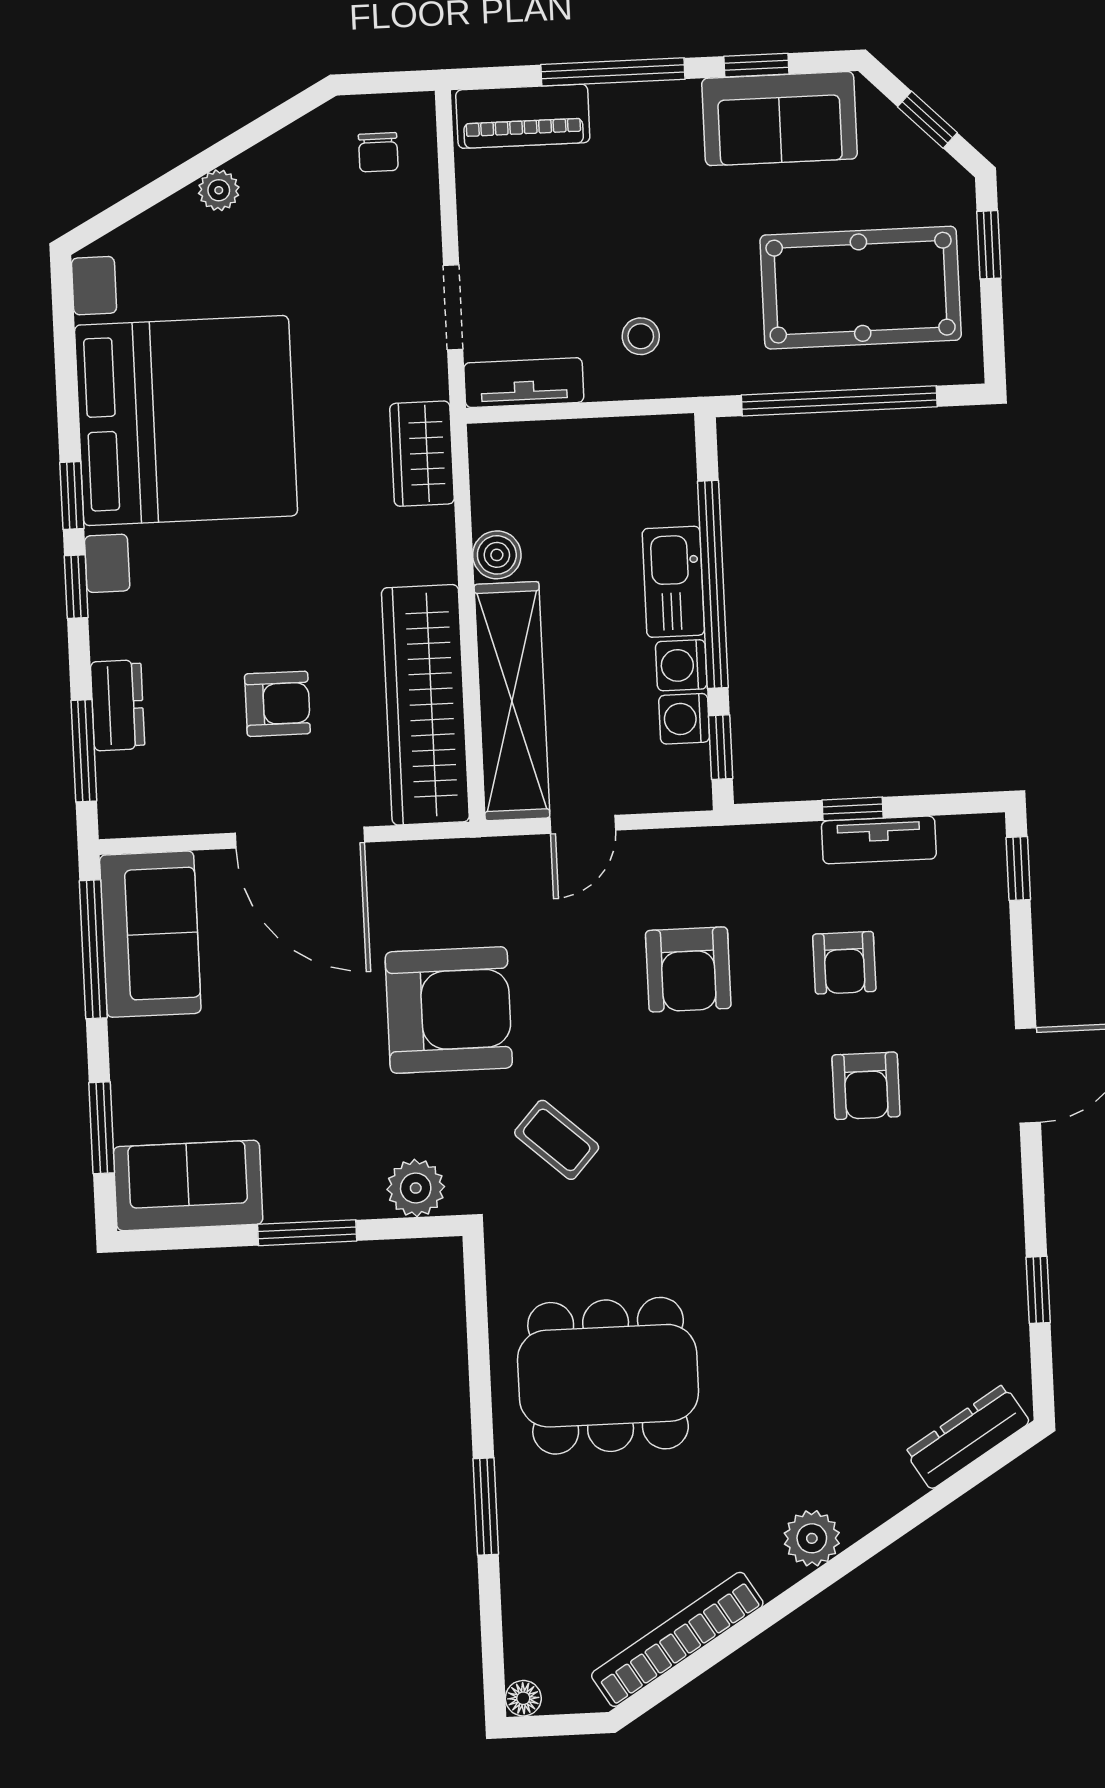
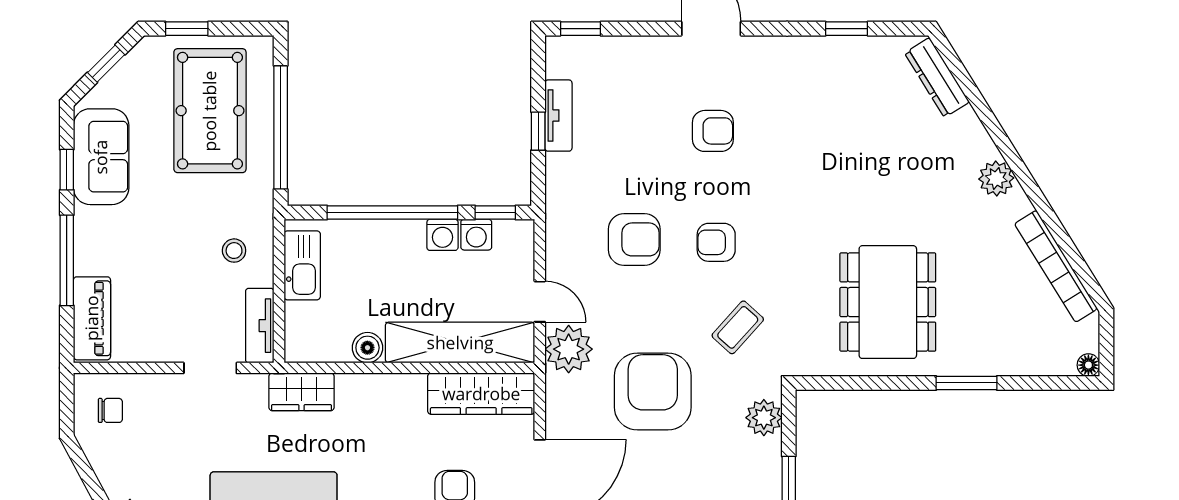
kitchen sink: (673, 582) -> (302, 265), moved, turned -90
wardrobe: (425, 705) -> (481, 394), width x0.71, depth x0.85
plant: (510, 874) -> (569, 349), added
armchair: (844, 963) -> (716, 242), moved, turned 180

